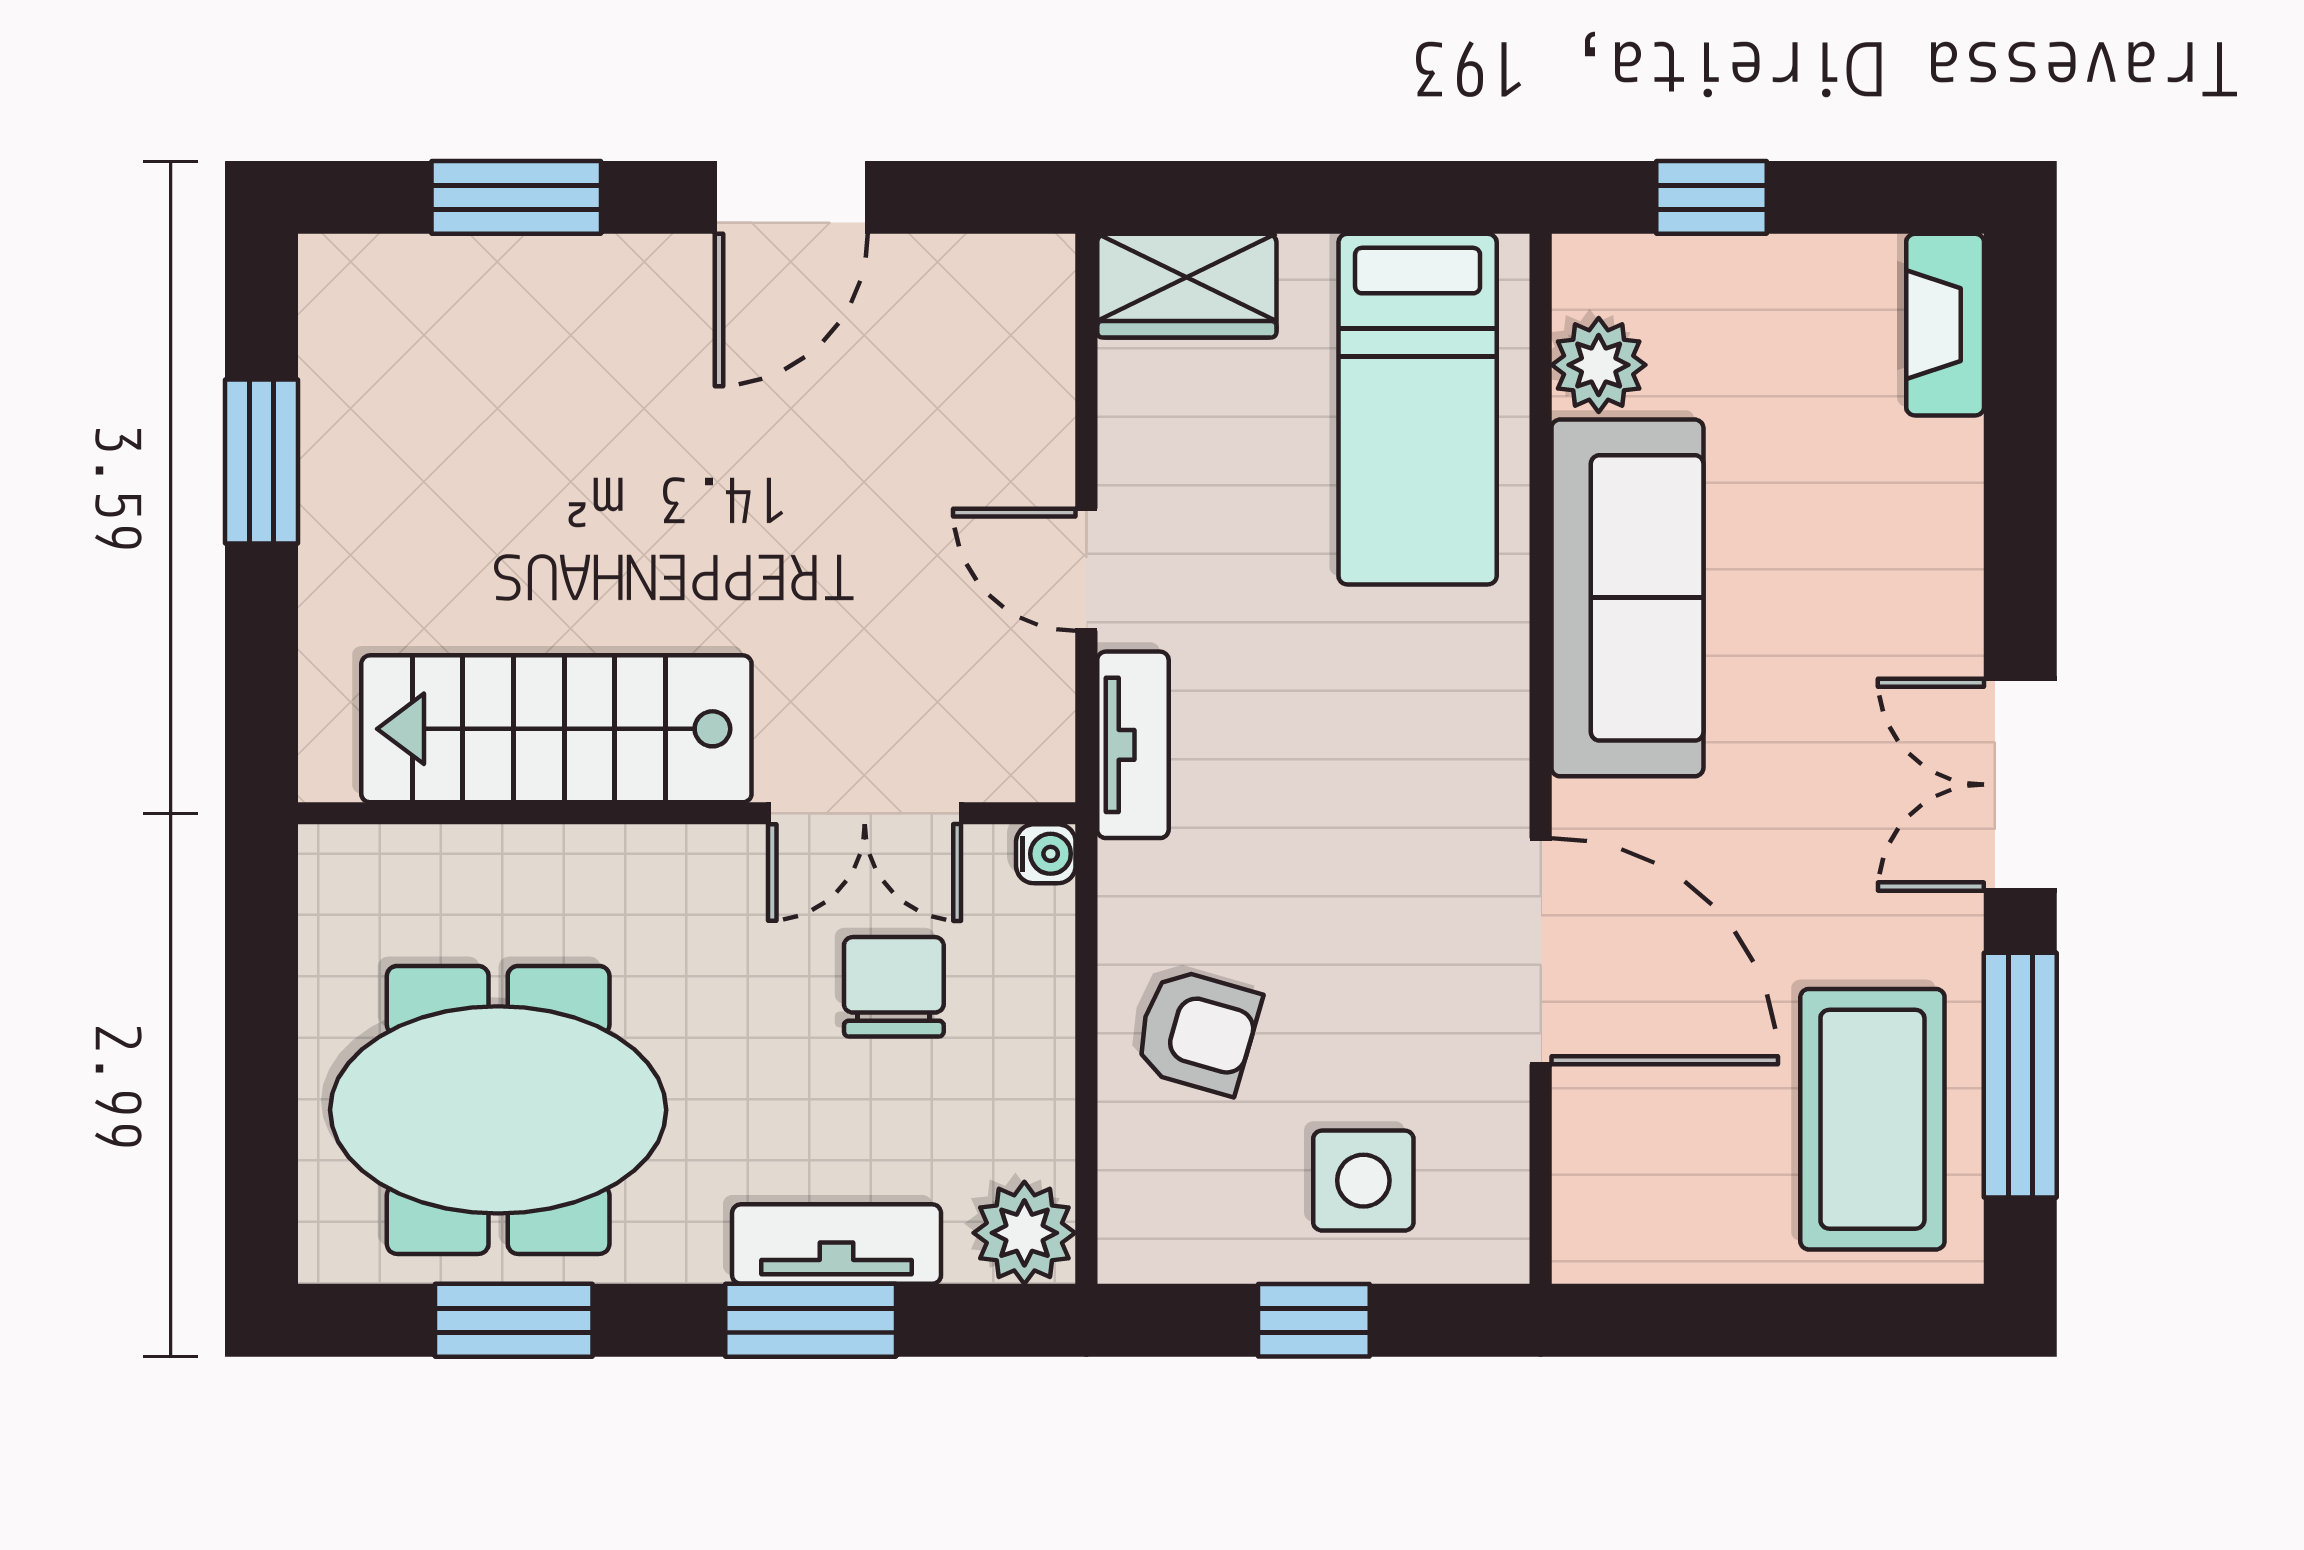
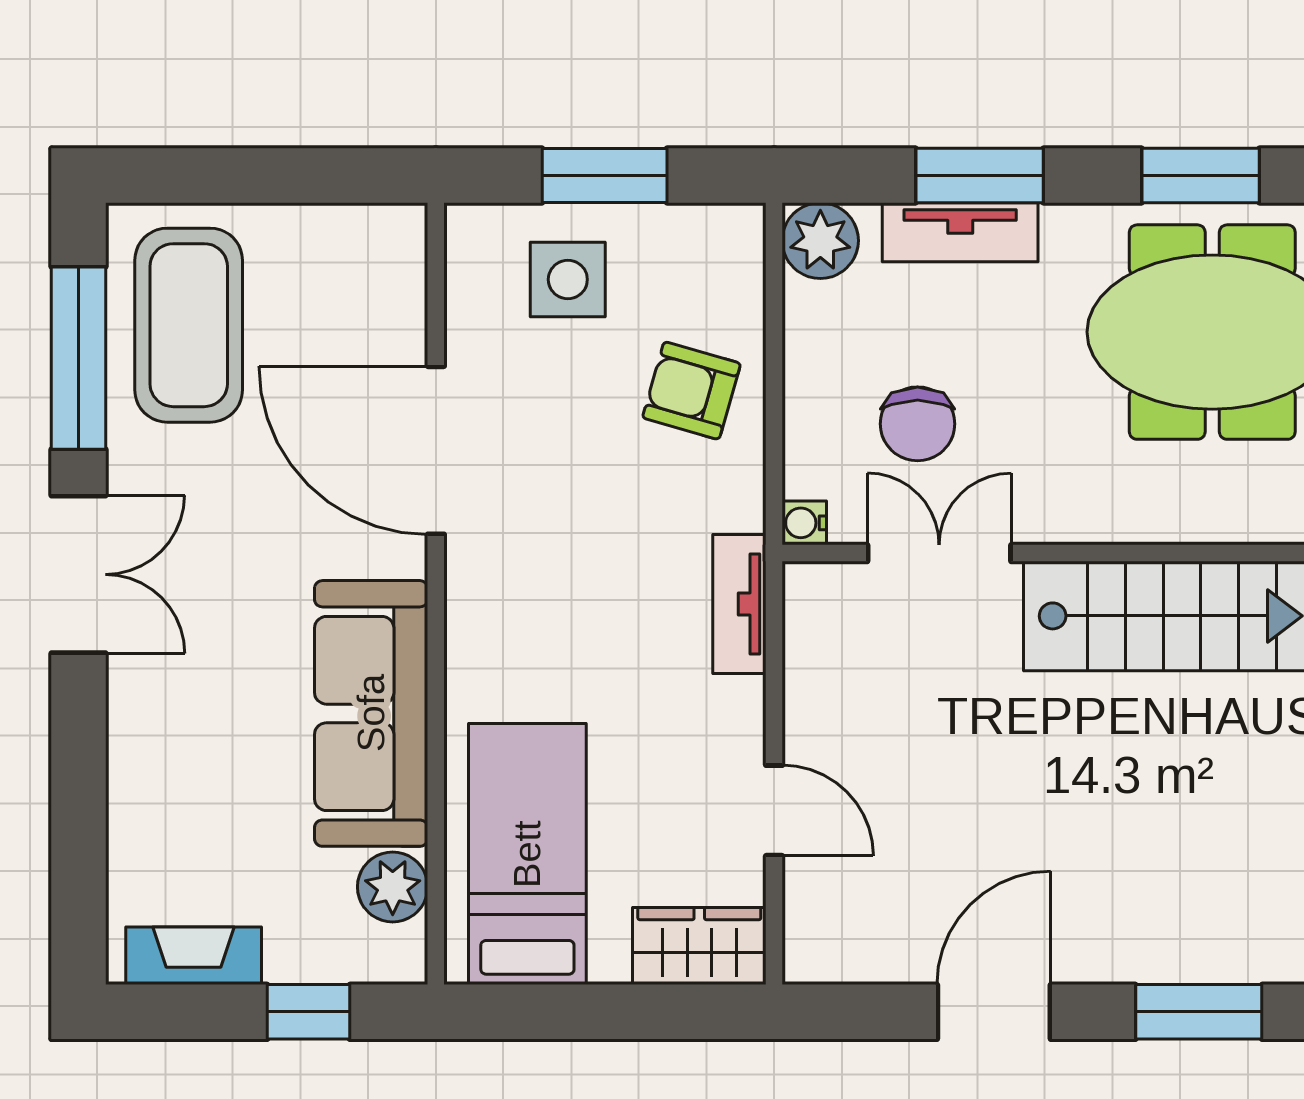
fireplace: (1945, 325) -> (194, 956), moved, turned -90
door: (1086, 570) -> (774, 810), moved
window: (1314, 1320) -> (605, 175), width x1.50

